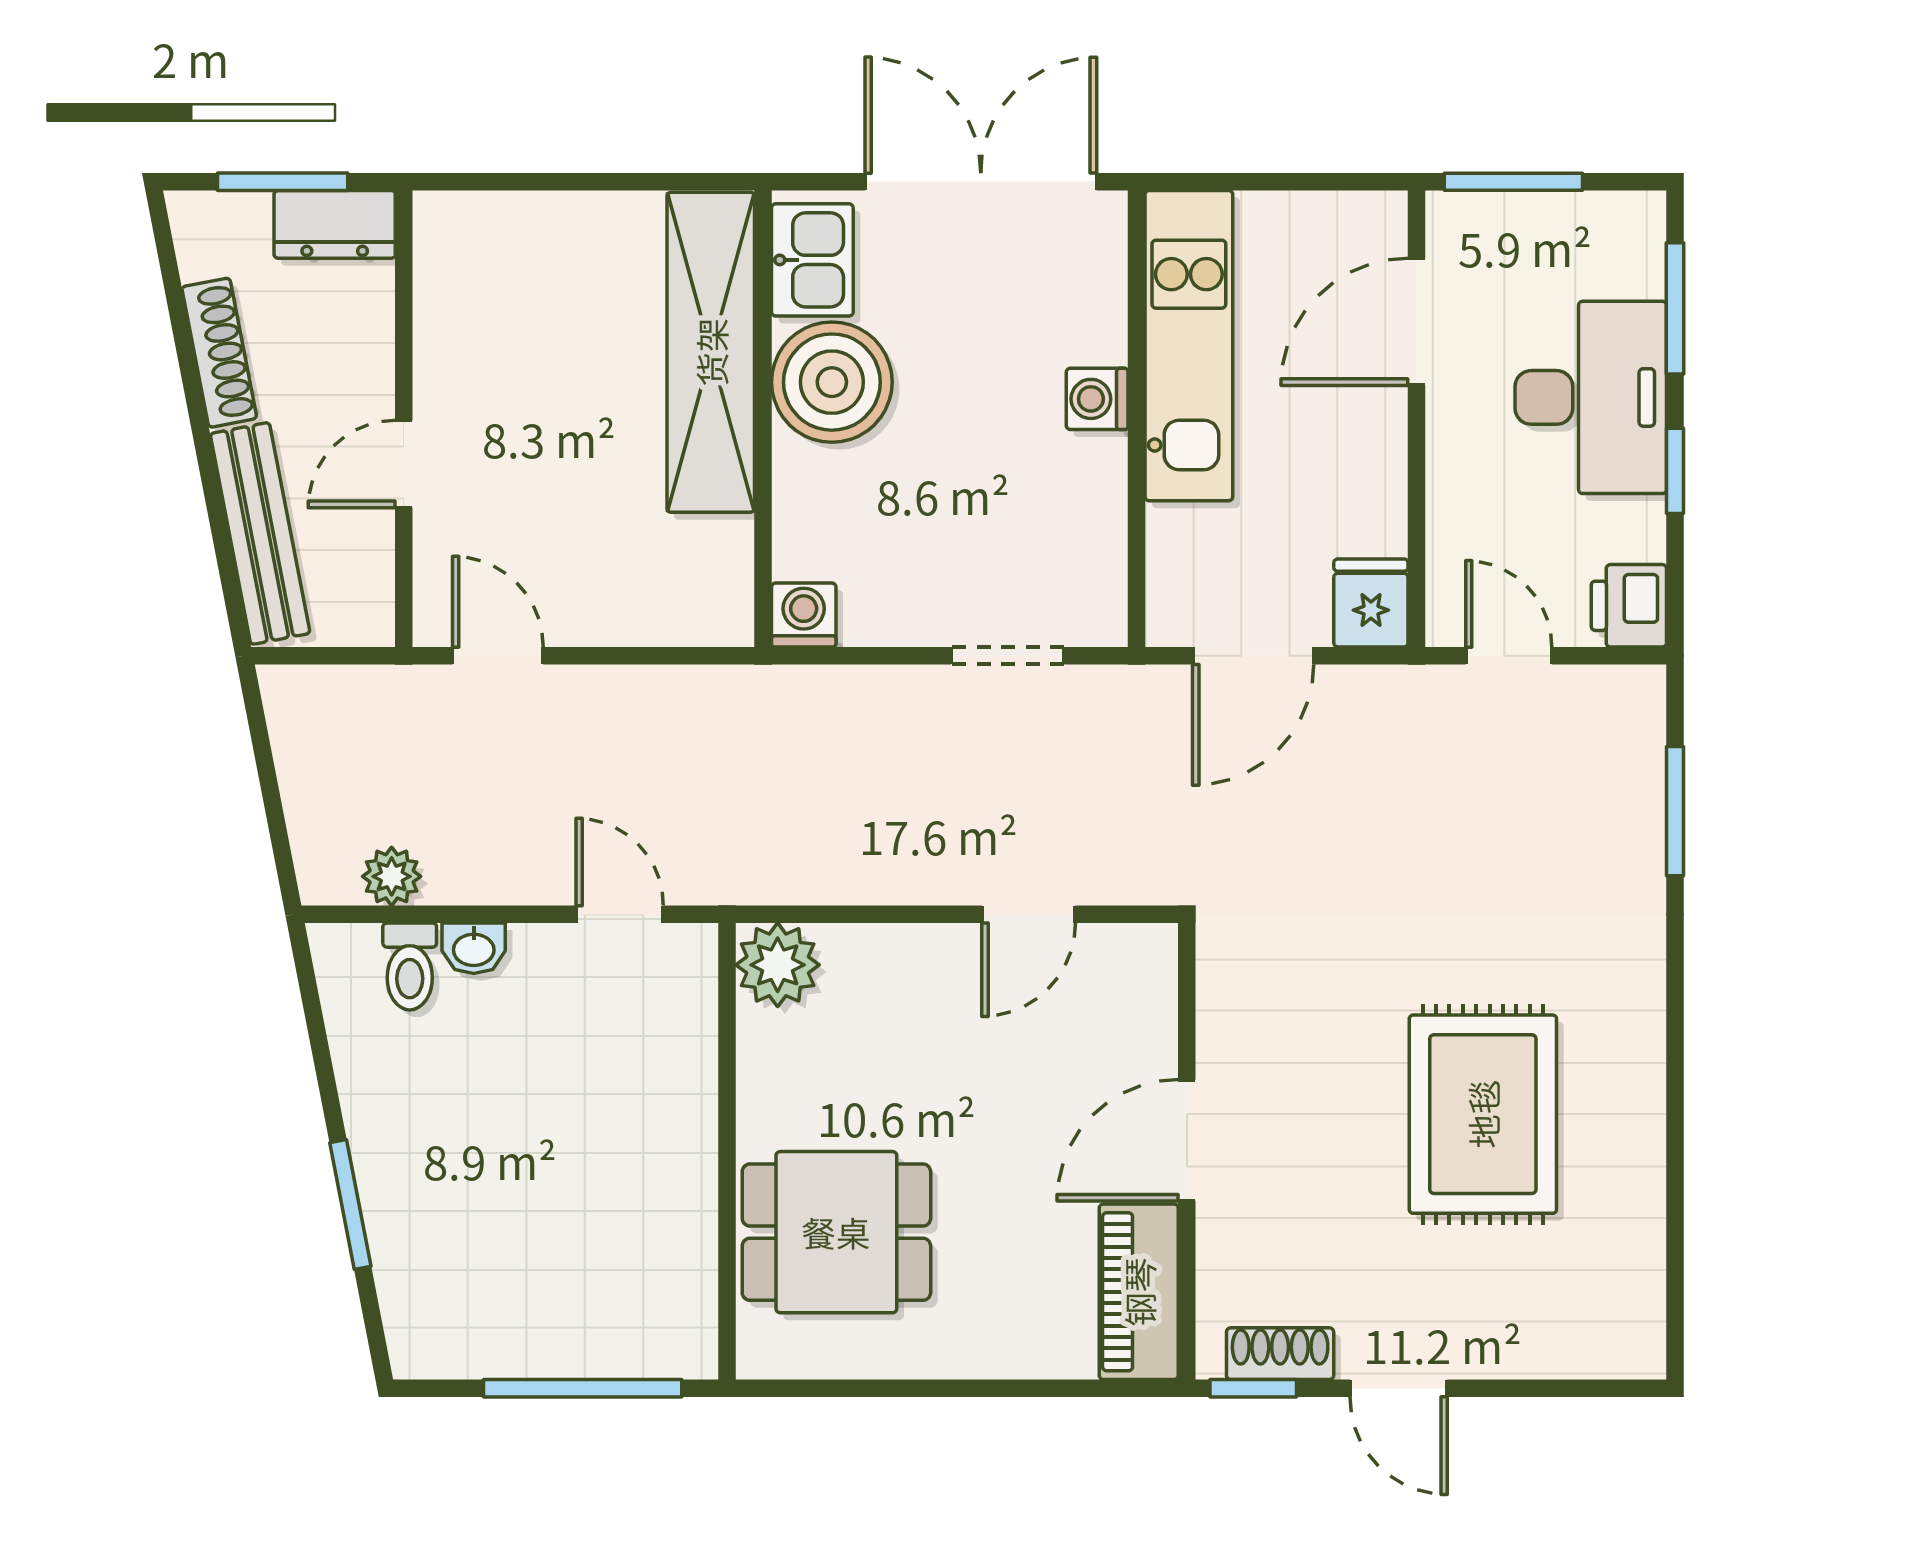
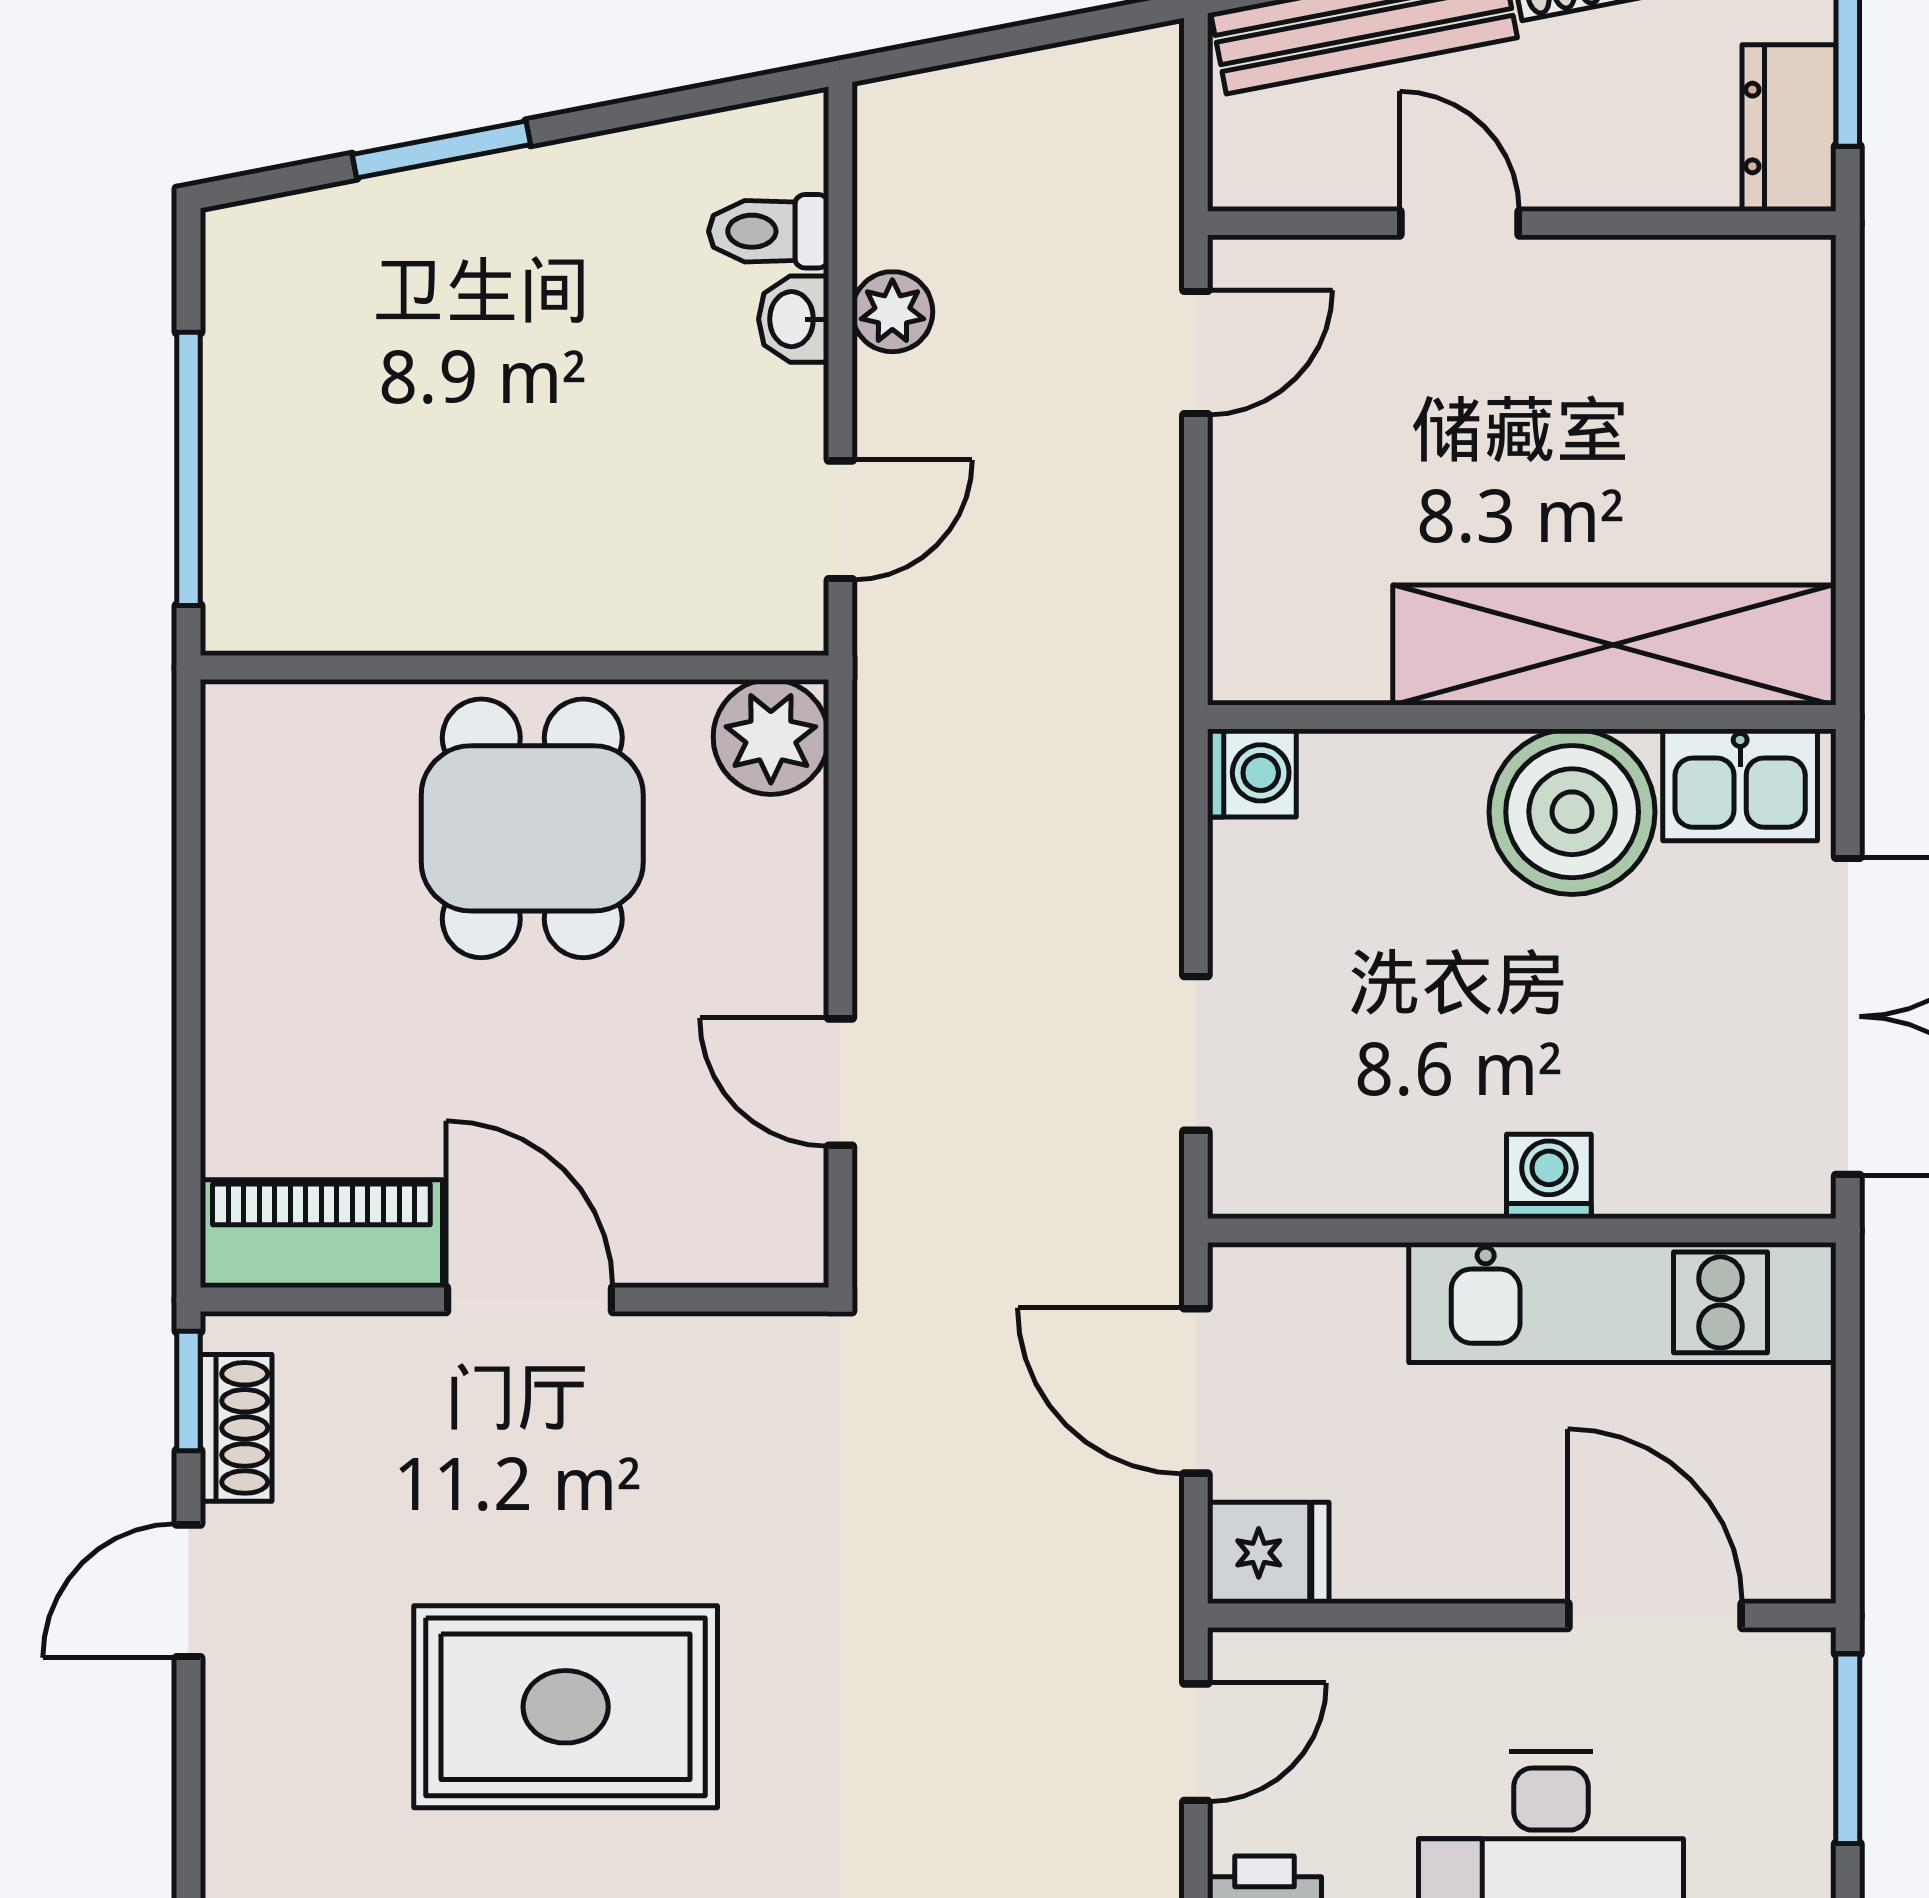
plant: (392, 876) -> (892, 312), moved
dining table: (836, 1232) -> (532, 828), moved

